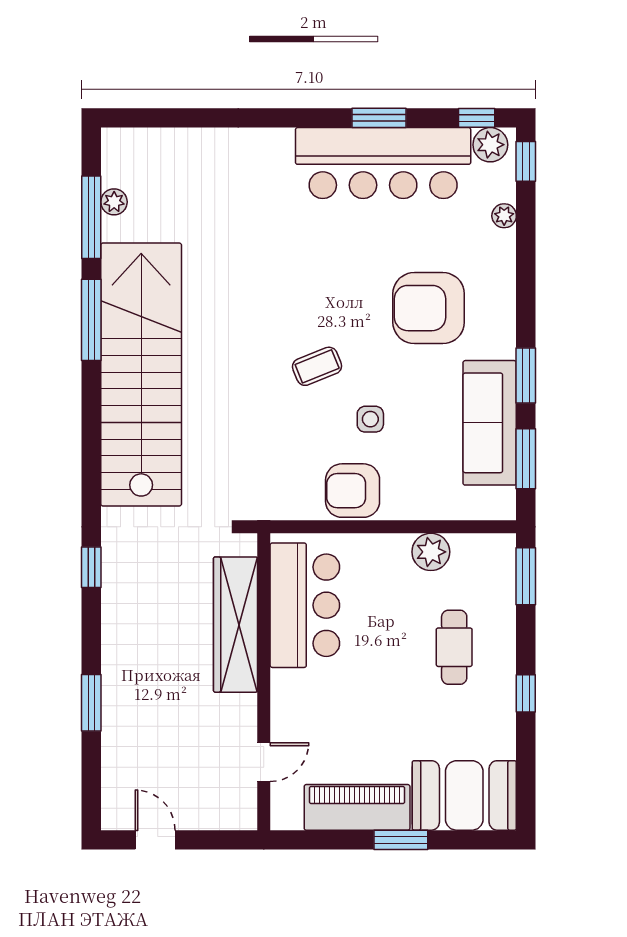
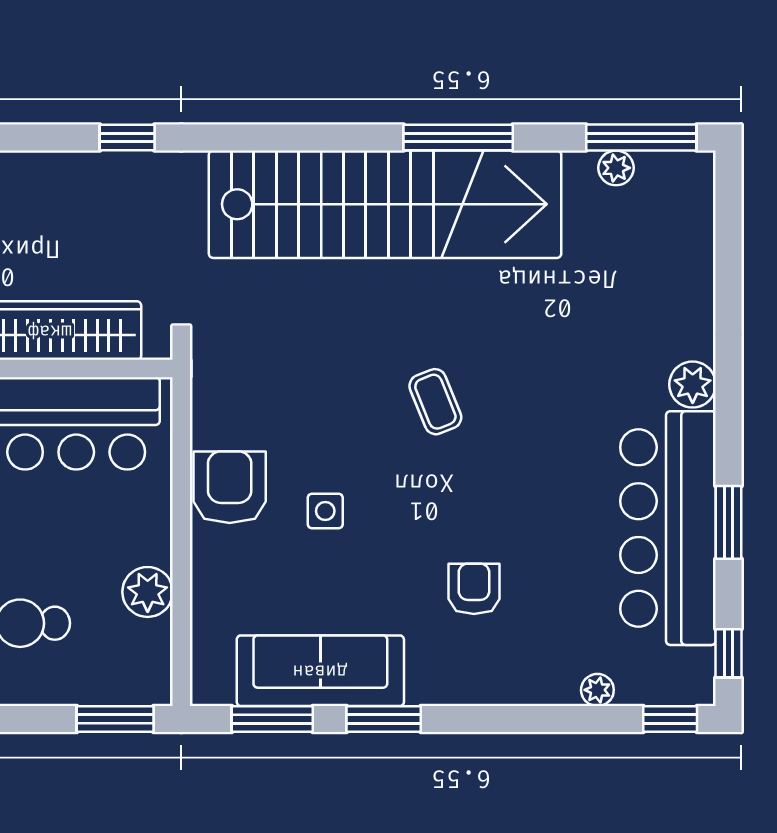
plant: (490, 145) -> (693, 385), moved
window: (91, 217) -> (641, 138), moved
armchair: (429, 308) -> (474, 589), width x0.53, depth x0.53
coffee table: (317, 366) -> (435, 402), moved

